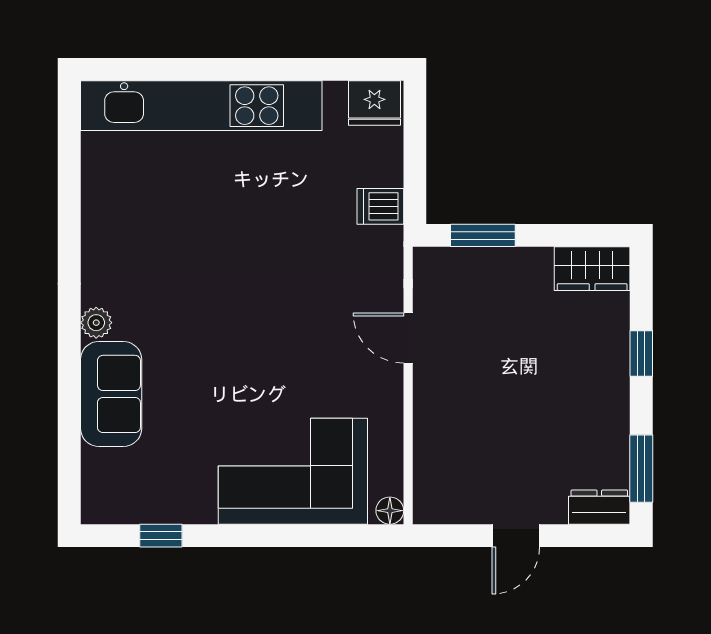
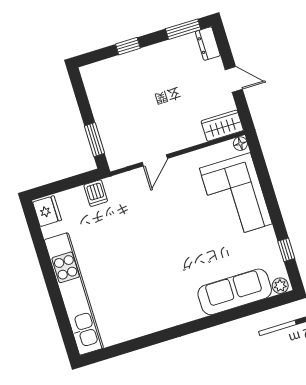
wardrobe: (592, 269) -> (222, 126), moved, turned -90
plant: (96, 323) -> (280, 286), moved
sofa: (111, 394) -> (235, 292), width x1.36

